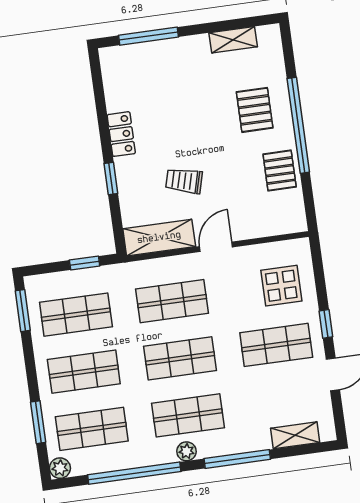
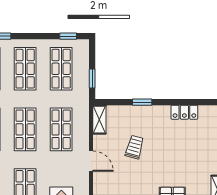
locker: (121, 134) -> (184, 112), moved
shelving: (159, 238) -> (99, 120), width x0.67, depth x0.75
window: (23, 311) -> (68, 36), width x0.67

